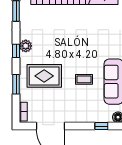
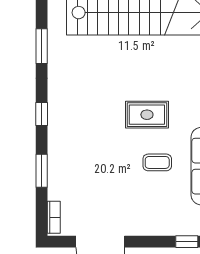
plant: (26, 46) -> (58, 106), removed
rug: (44, 76) -> (147, 115), moved, width x0.73, depth x0.70

